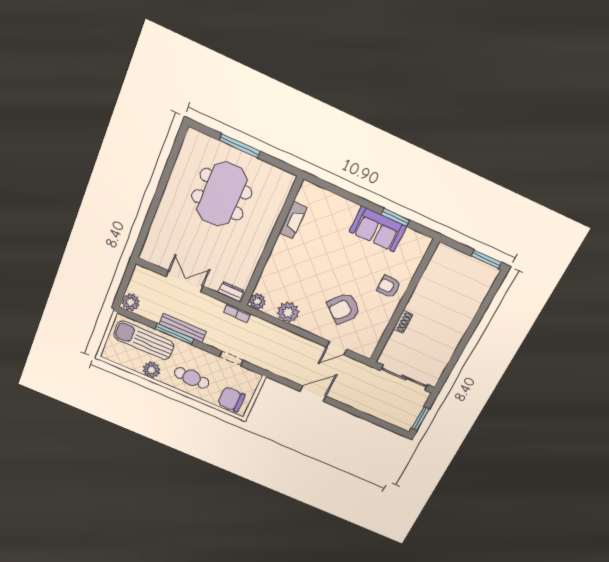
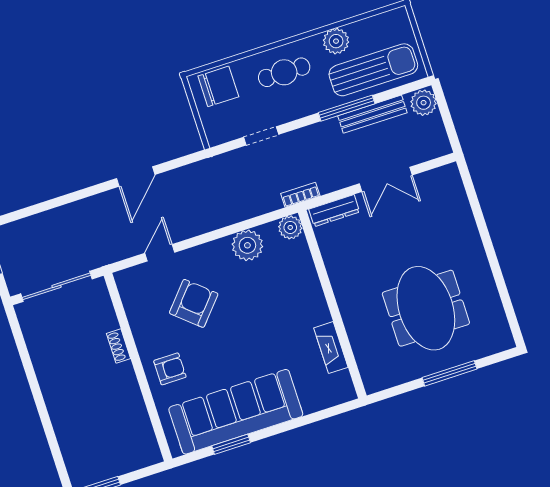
sofa: (378, 229) -> (236, 412), width x1.85, depth x1.27
dresser: (231, 292) -> (334, 211), width x1.44
bench: (183, 328) -> (372, 114), moved

